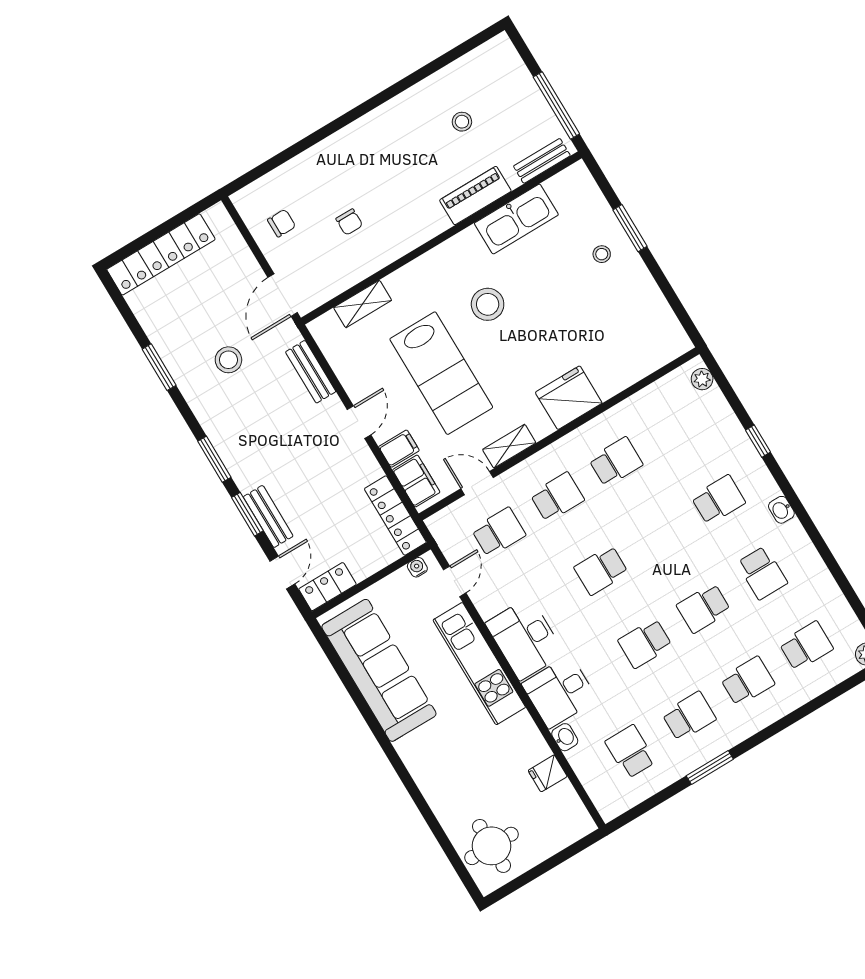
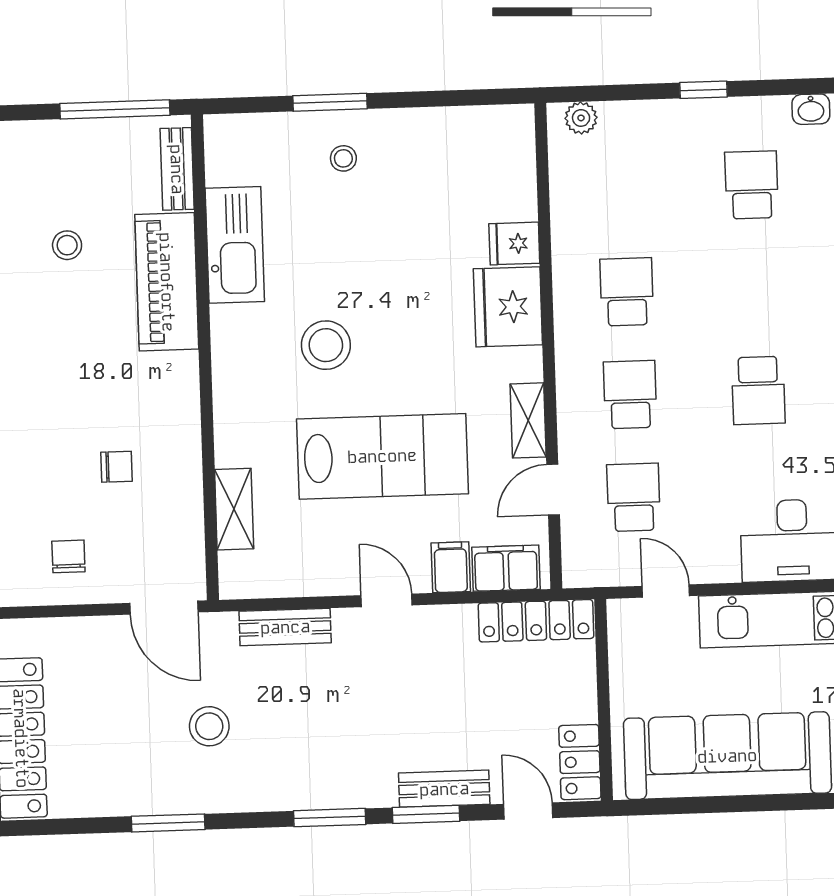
piano: (475, 196) -> (167, 282), width x1.37, depth x1.33
fridge: (608, 381) -> (514, 243), added
water cooler: (417, 567) -> (620, 630), removed

